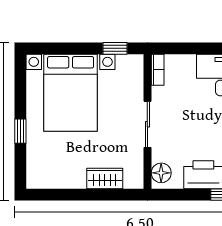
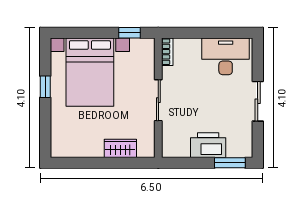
window: (20, 131) -> (45, 87), moved
floor lamp: (161, 173) -> (171, 143), removed

